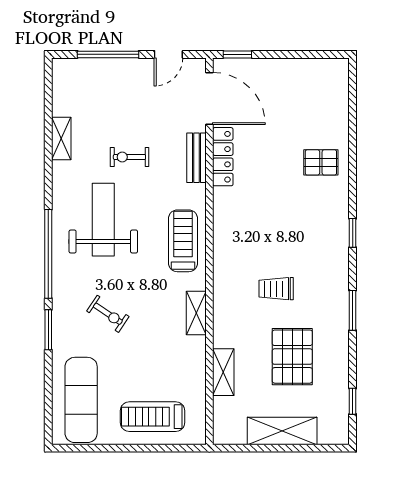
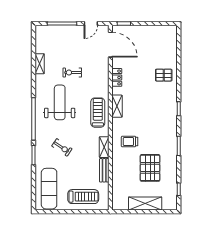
locker: (223, 157) -> (117, 77), width x0.66
bench: (197, 158) -> (104, 170), moved
trolley: (276, 289) -> (130, 142), moved
shelving: (223, 372) -> (117, 106), moved
treadmill: (152, 417) -> (83, 197), turned 180

